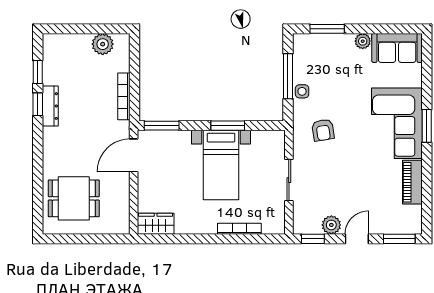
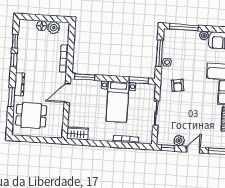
window: (327, 29) -> (184, 27), width x1.44
floor lamp: (82, 42) -> (42, 26), added
dresser: (50, 106) -> (19, 84), moved
window: (228, 126) -> (139, 80), moved
window: (38, 169) -> (11, 97), added

